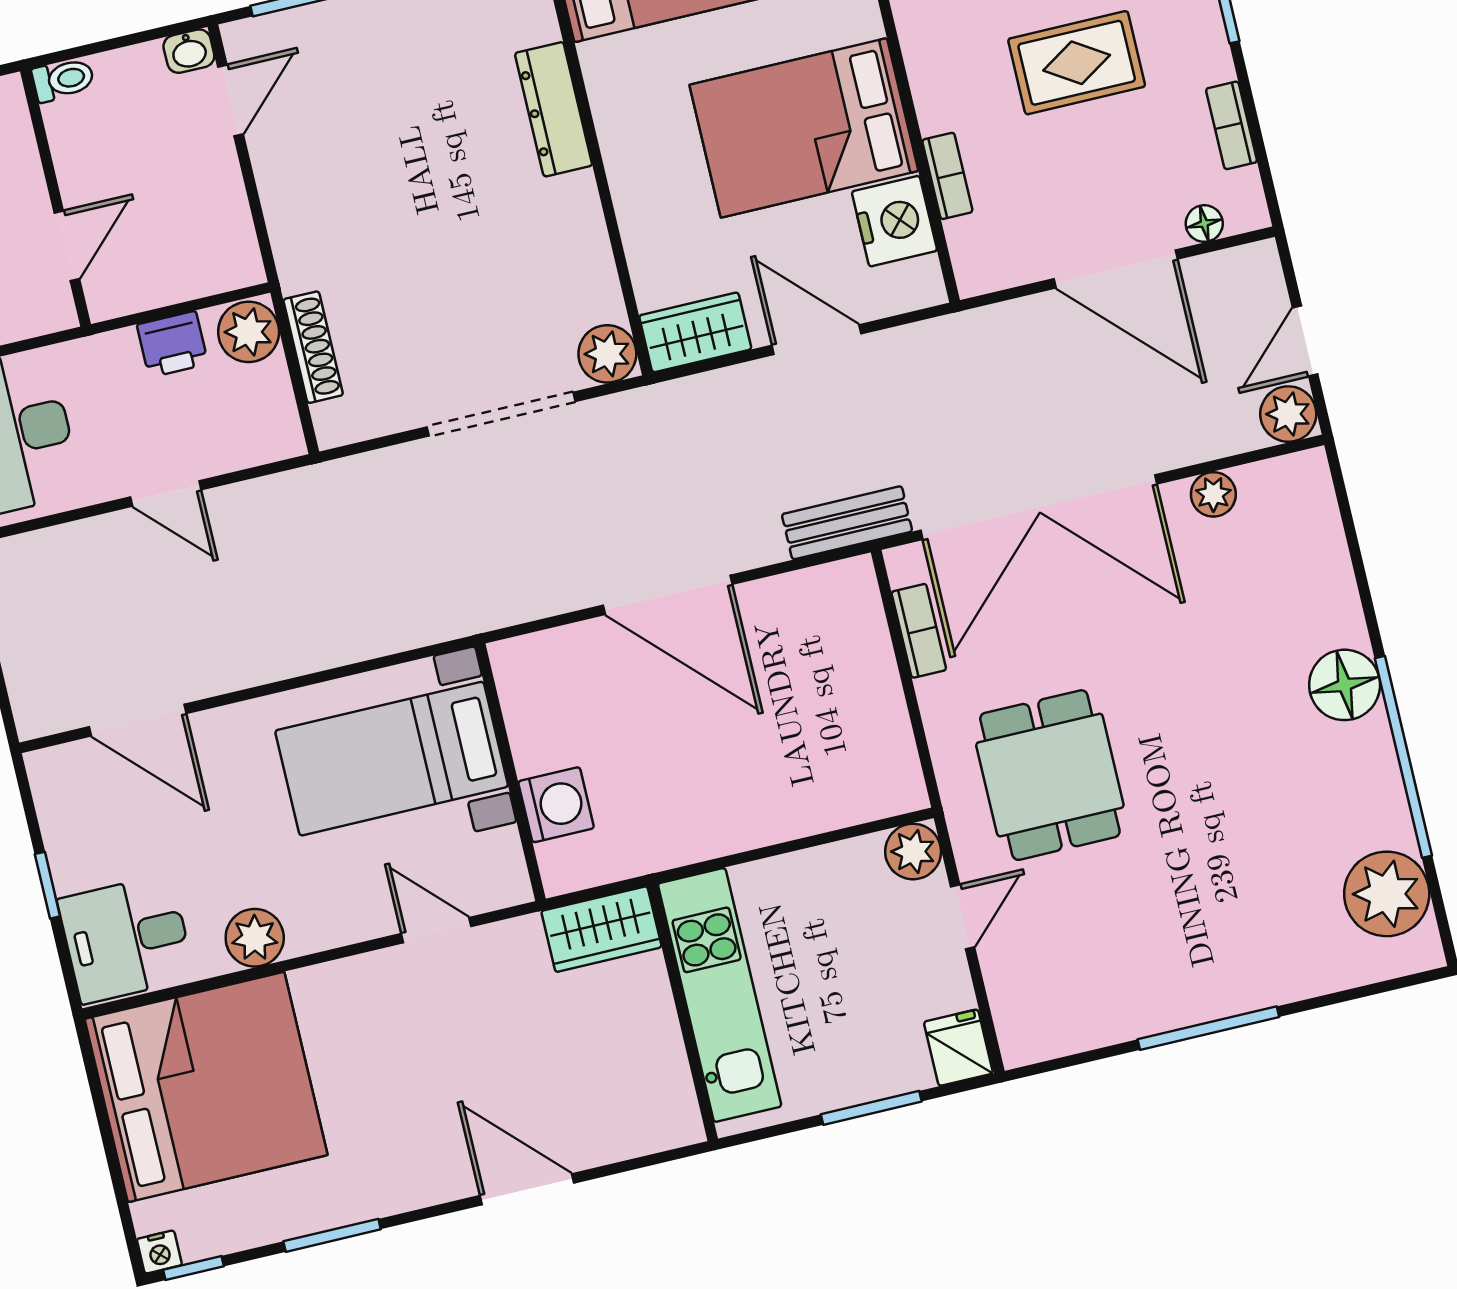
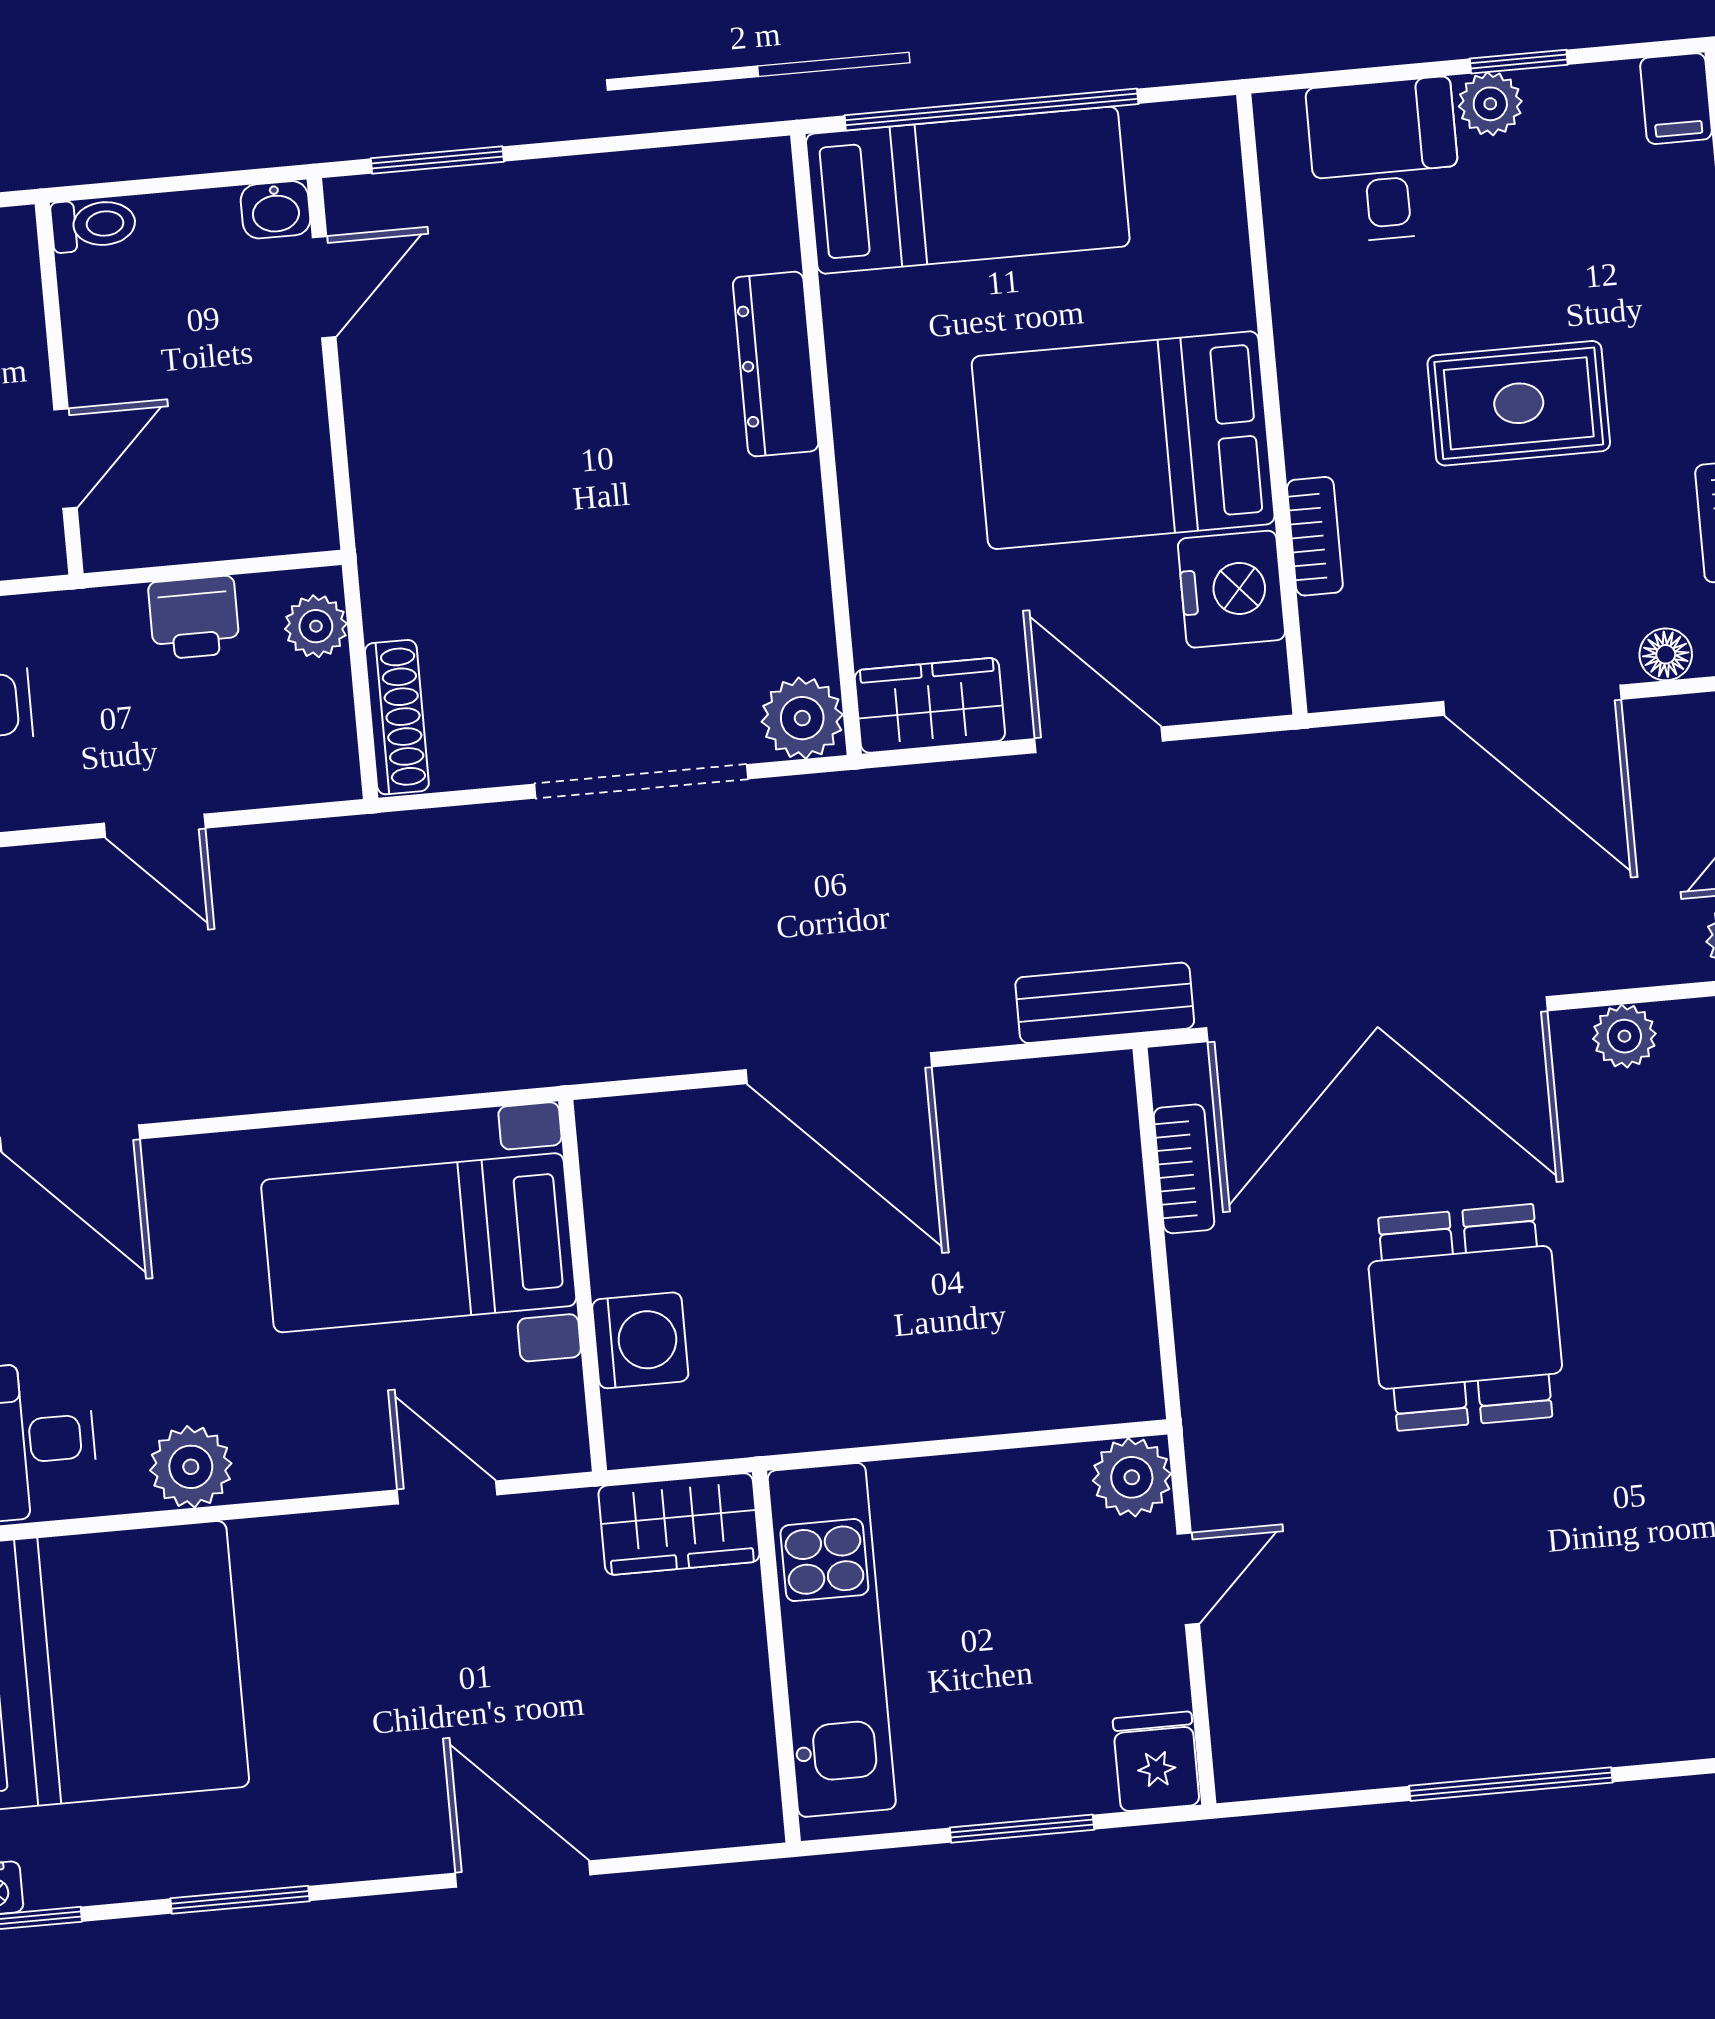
plant: (249, 332) -> (316, 626), width x0.73, depth x0.73
shoe rack: (313, 347) -> (397, 717), moved
dining table: (1050, 775) -> (1465, 1317), moved

